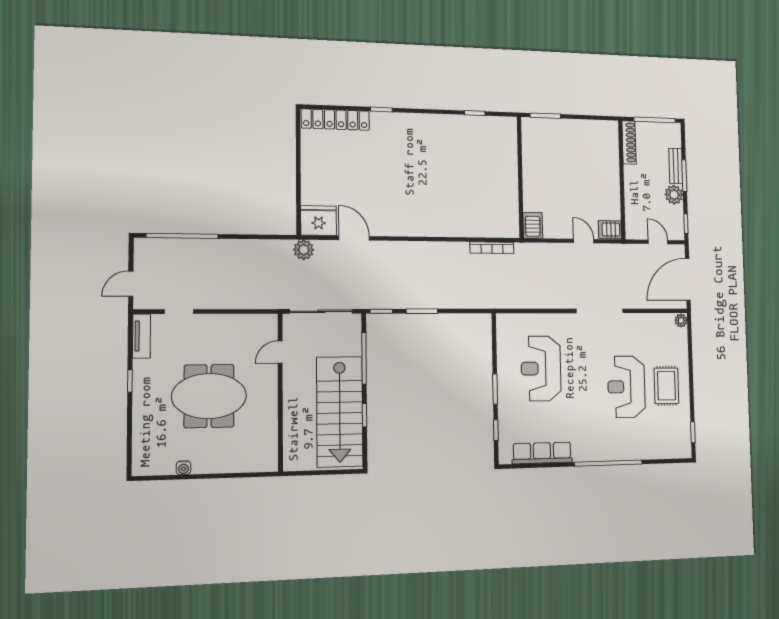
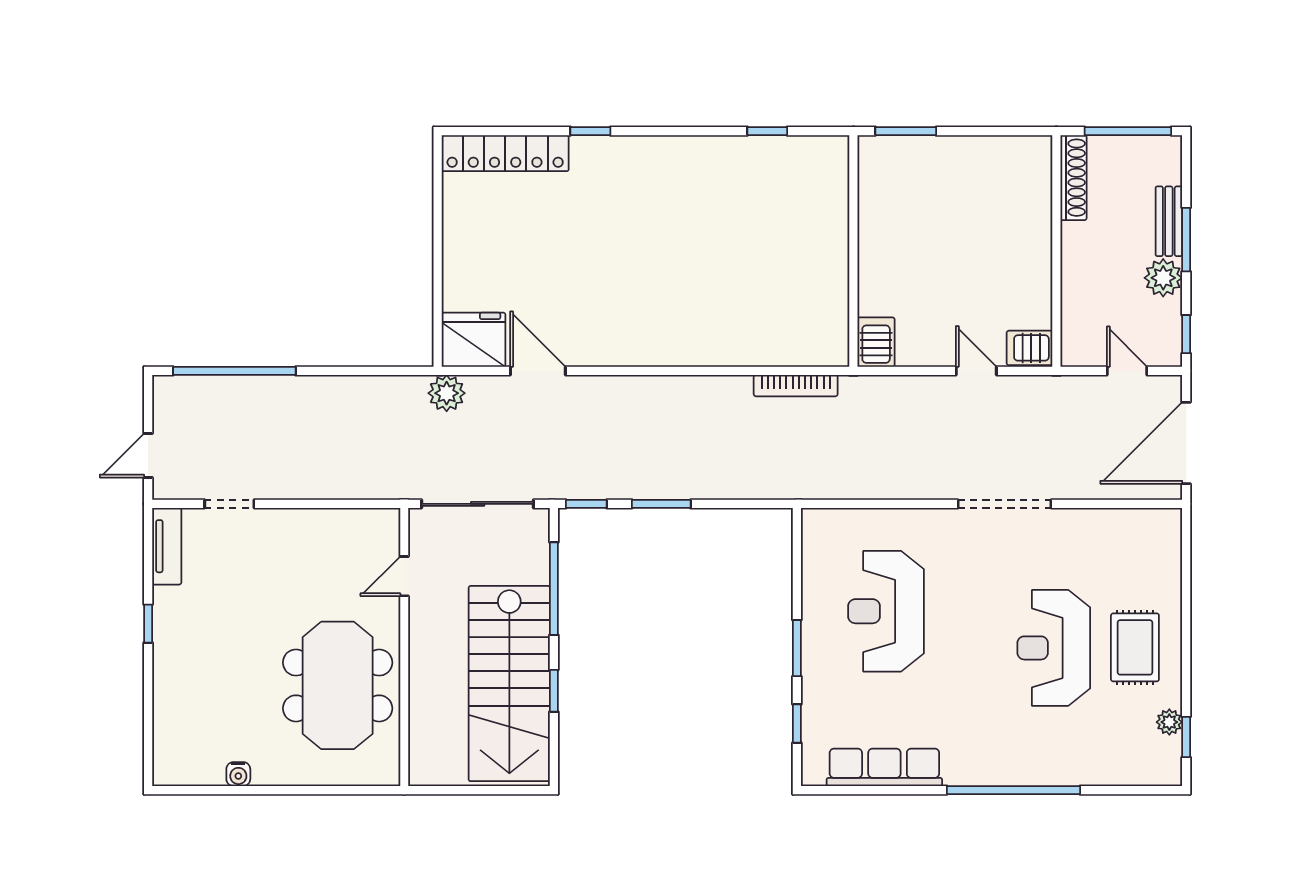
plant: (681, 320) -> (1169, 722), moved
meeting table: (209, 396) -> (338, 685), moved, turned 90

